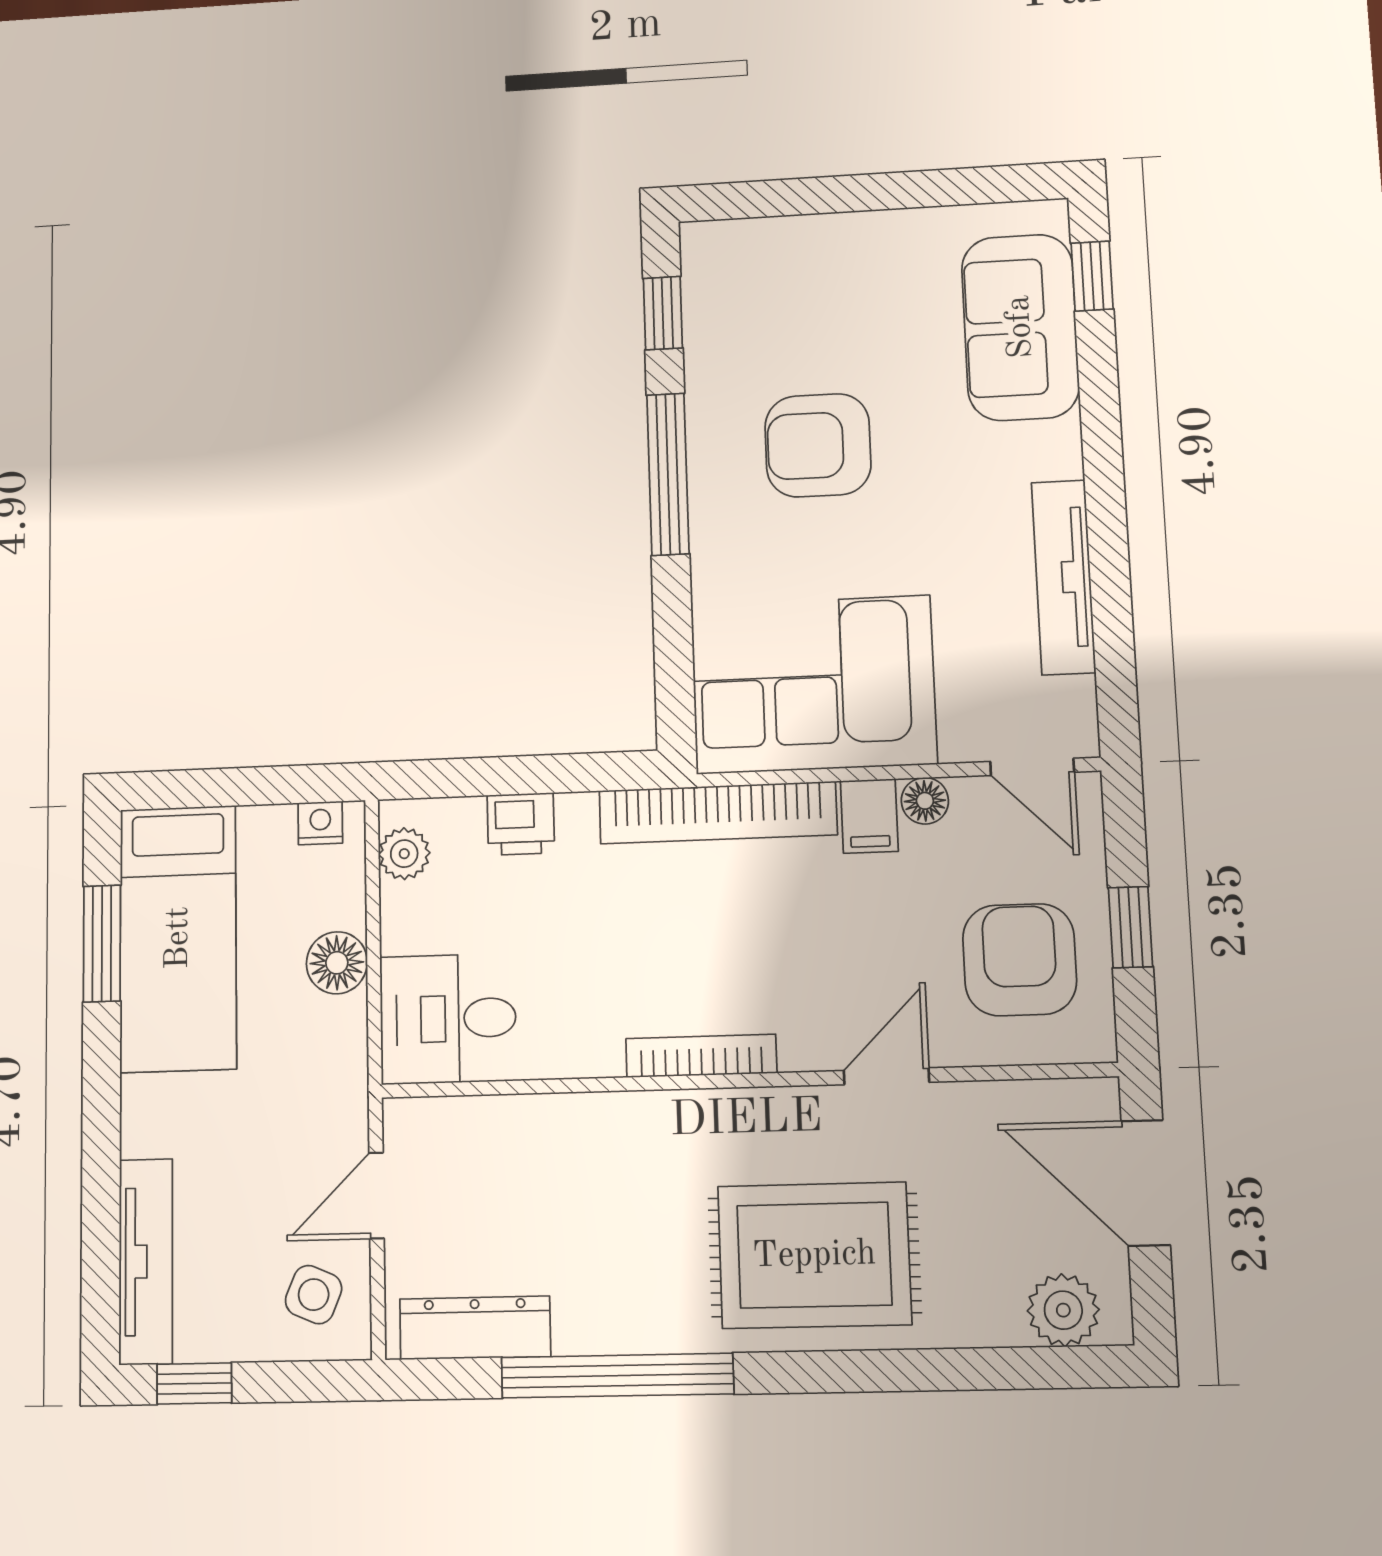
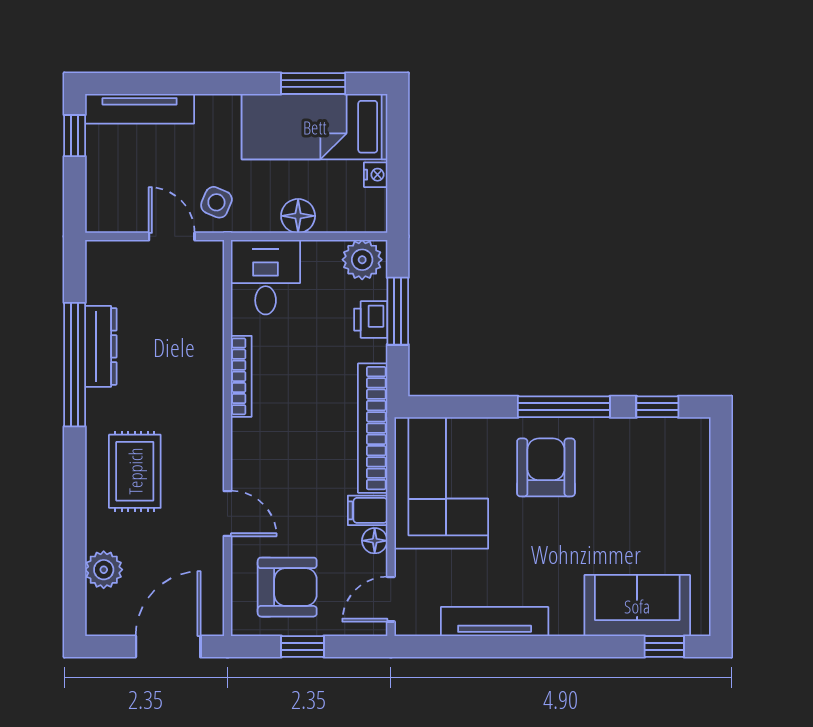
armchair: (818, 445) -> (546, 467), moved
window: (505, 776) -> (398, 311), added
nightstand: (320, 823) -> (376, 175), moved
plant: (404, 854) -> (362, 260), width x1.38, depth x1.38
bookcase: (701, 1056) -> (241, 376), moved
rug: (814, 1255) -> (135, 471), width x0.73, depth x0.70
side table: (314, 1295) -> (216, 202), moved
plant: (1063, 1310) -> (104, 570), moved
dresser: (475, 1328) -> (101, 346), moved

